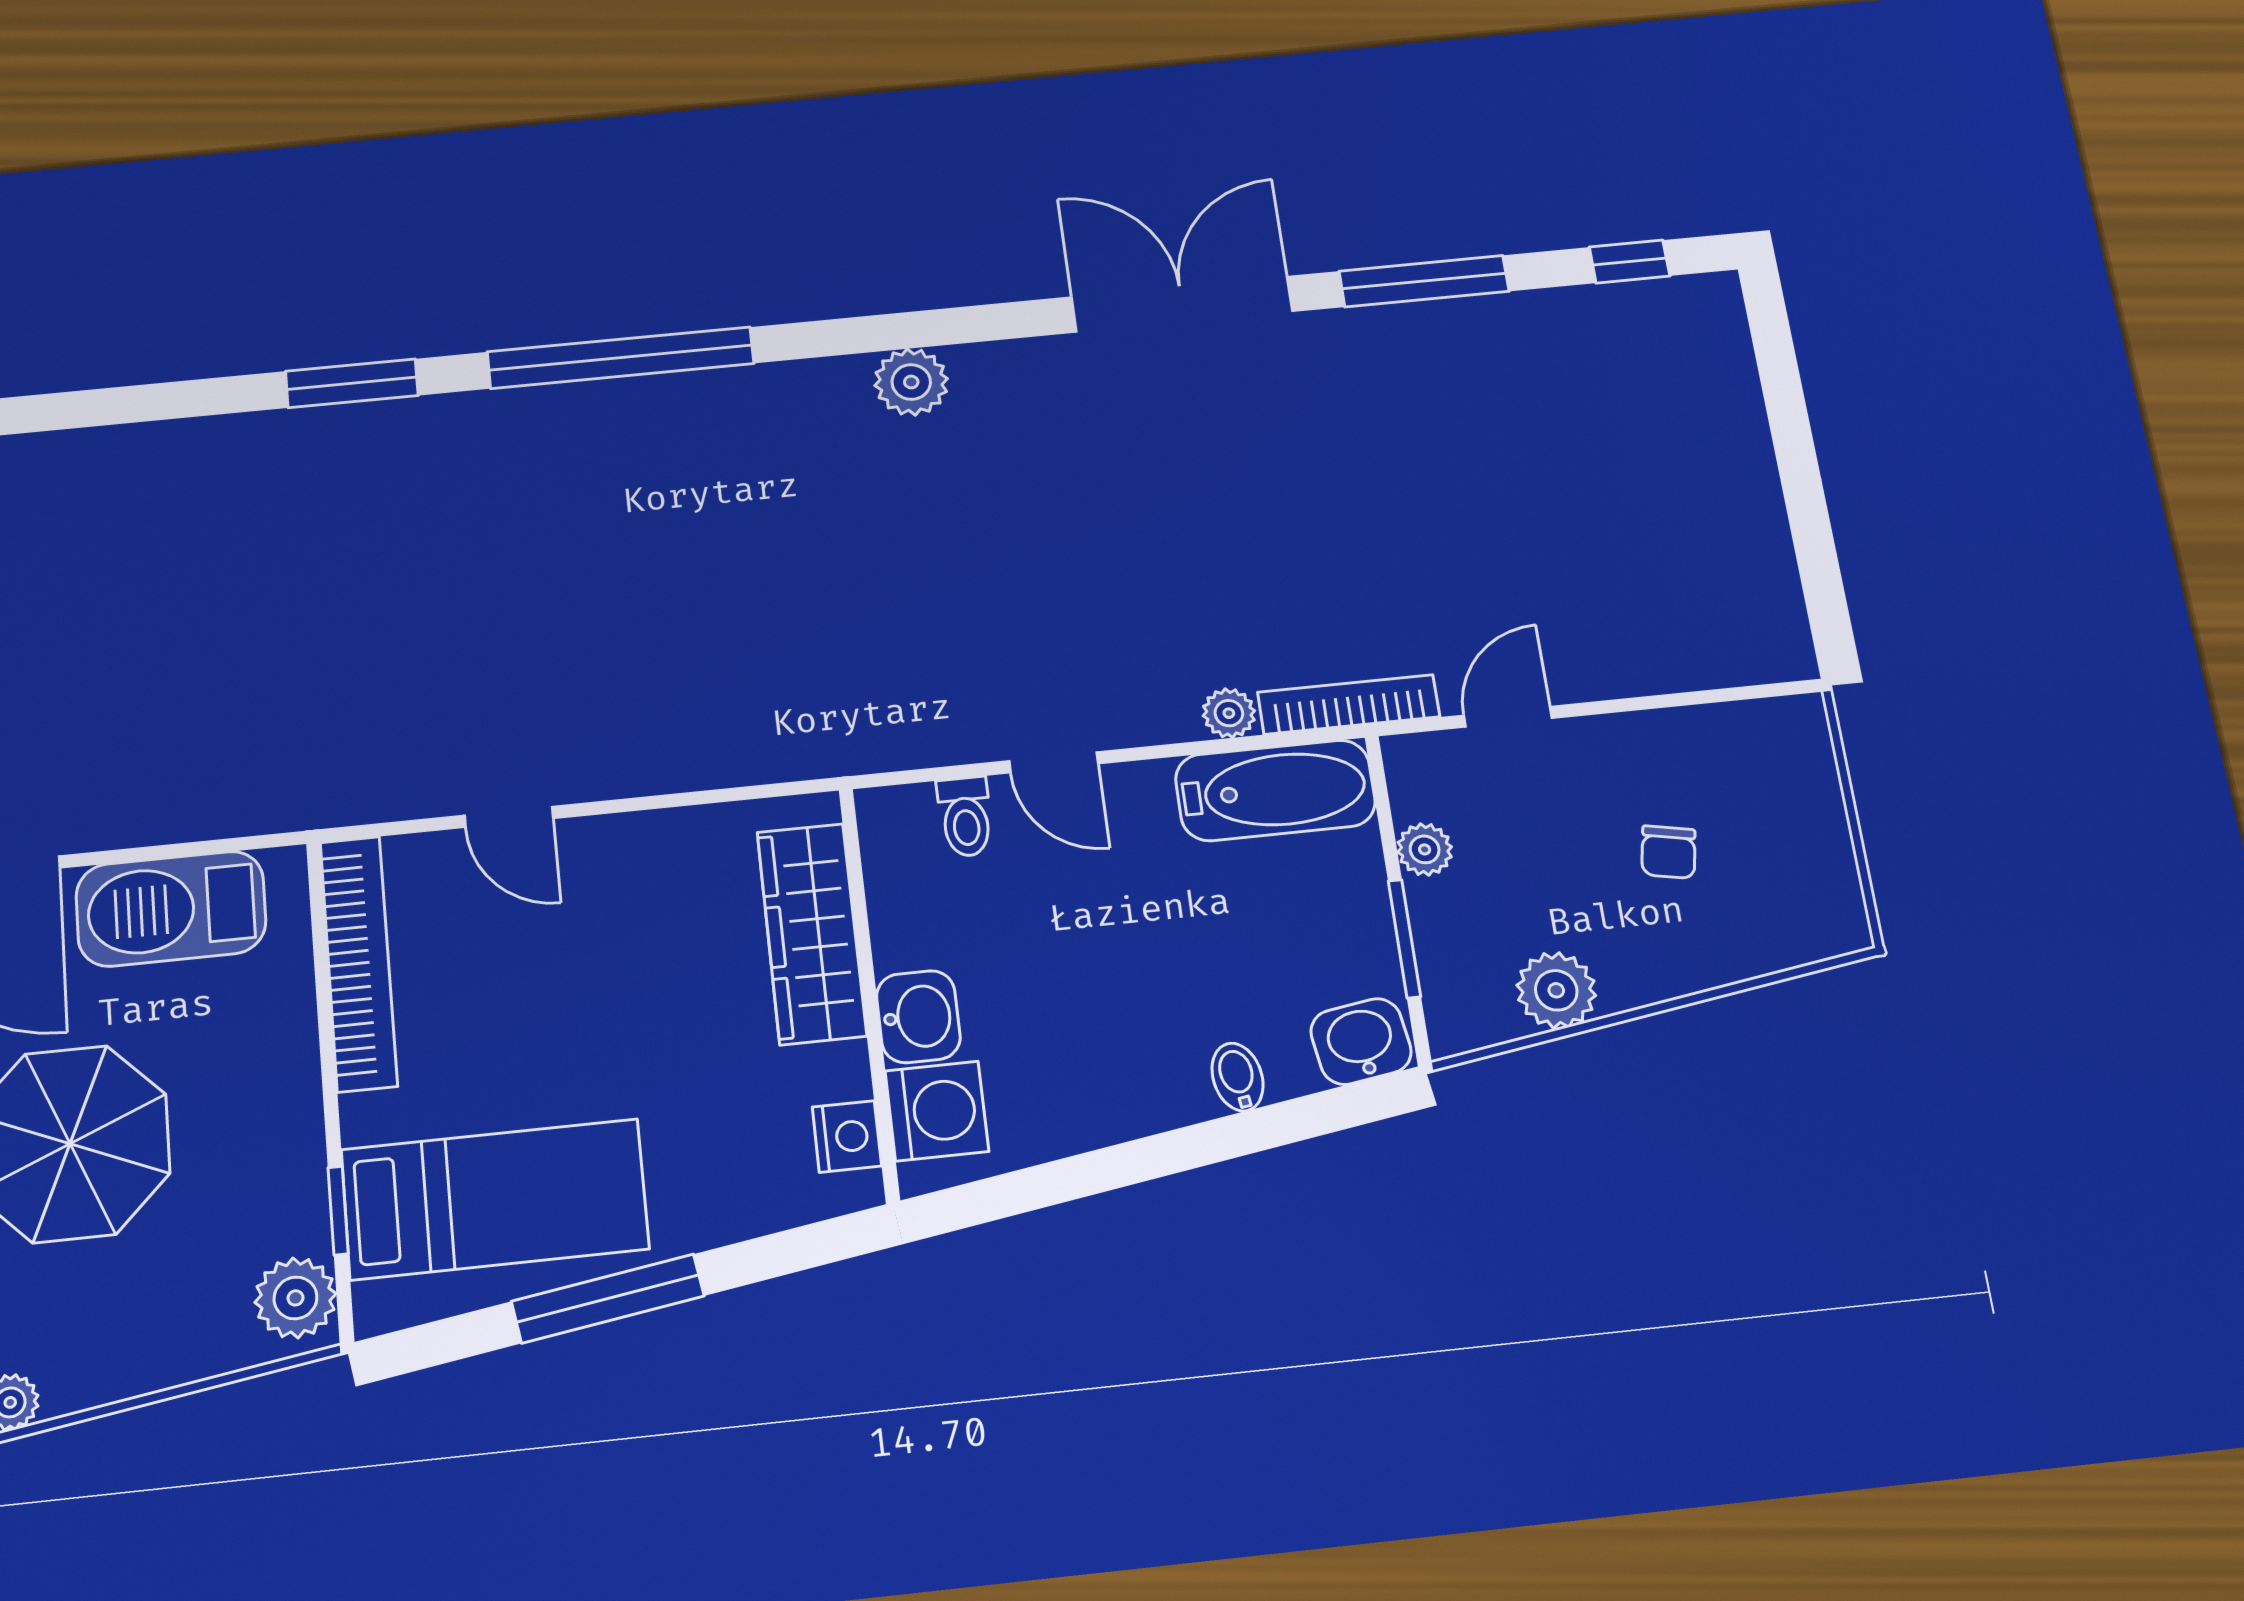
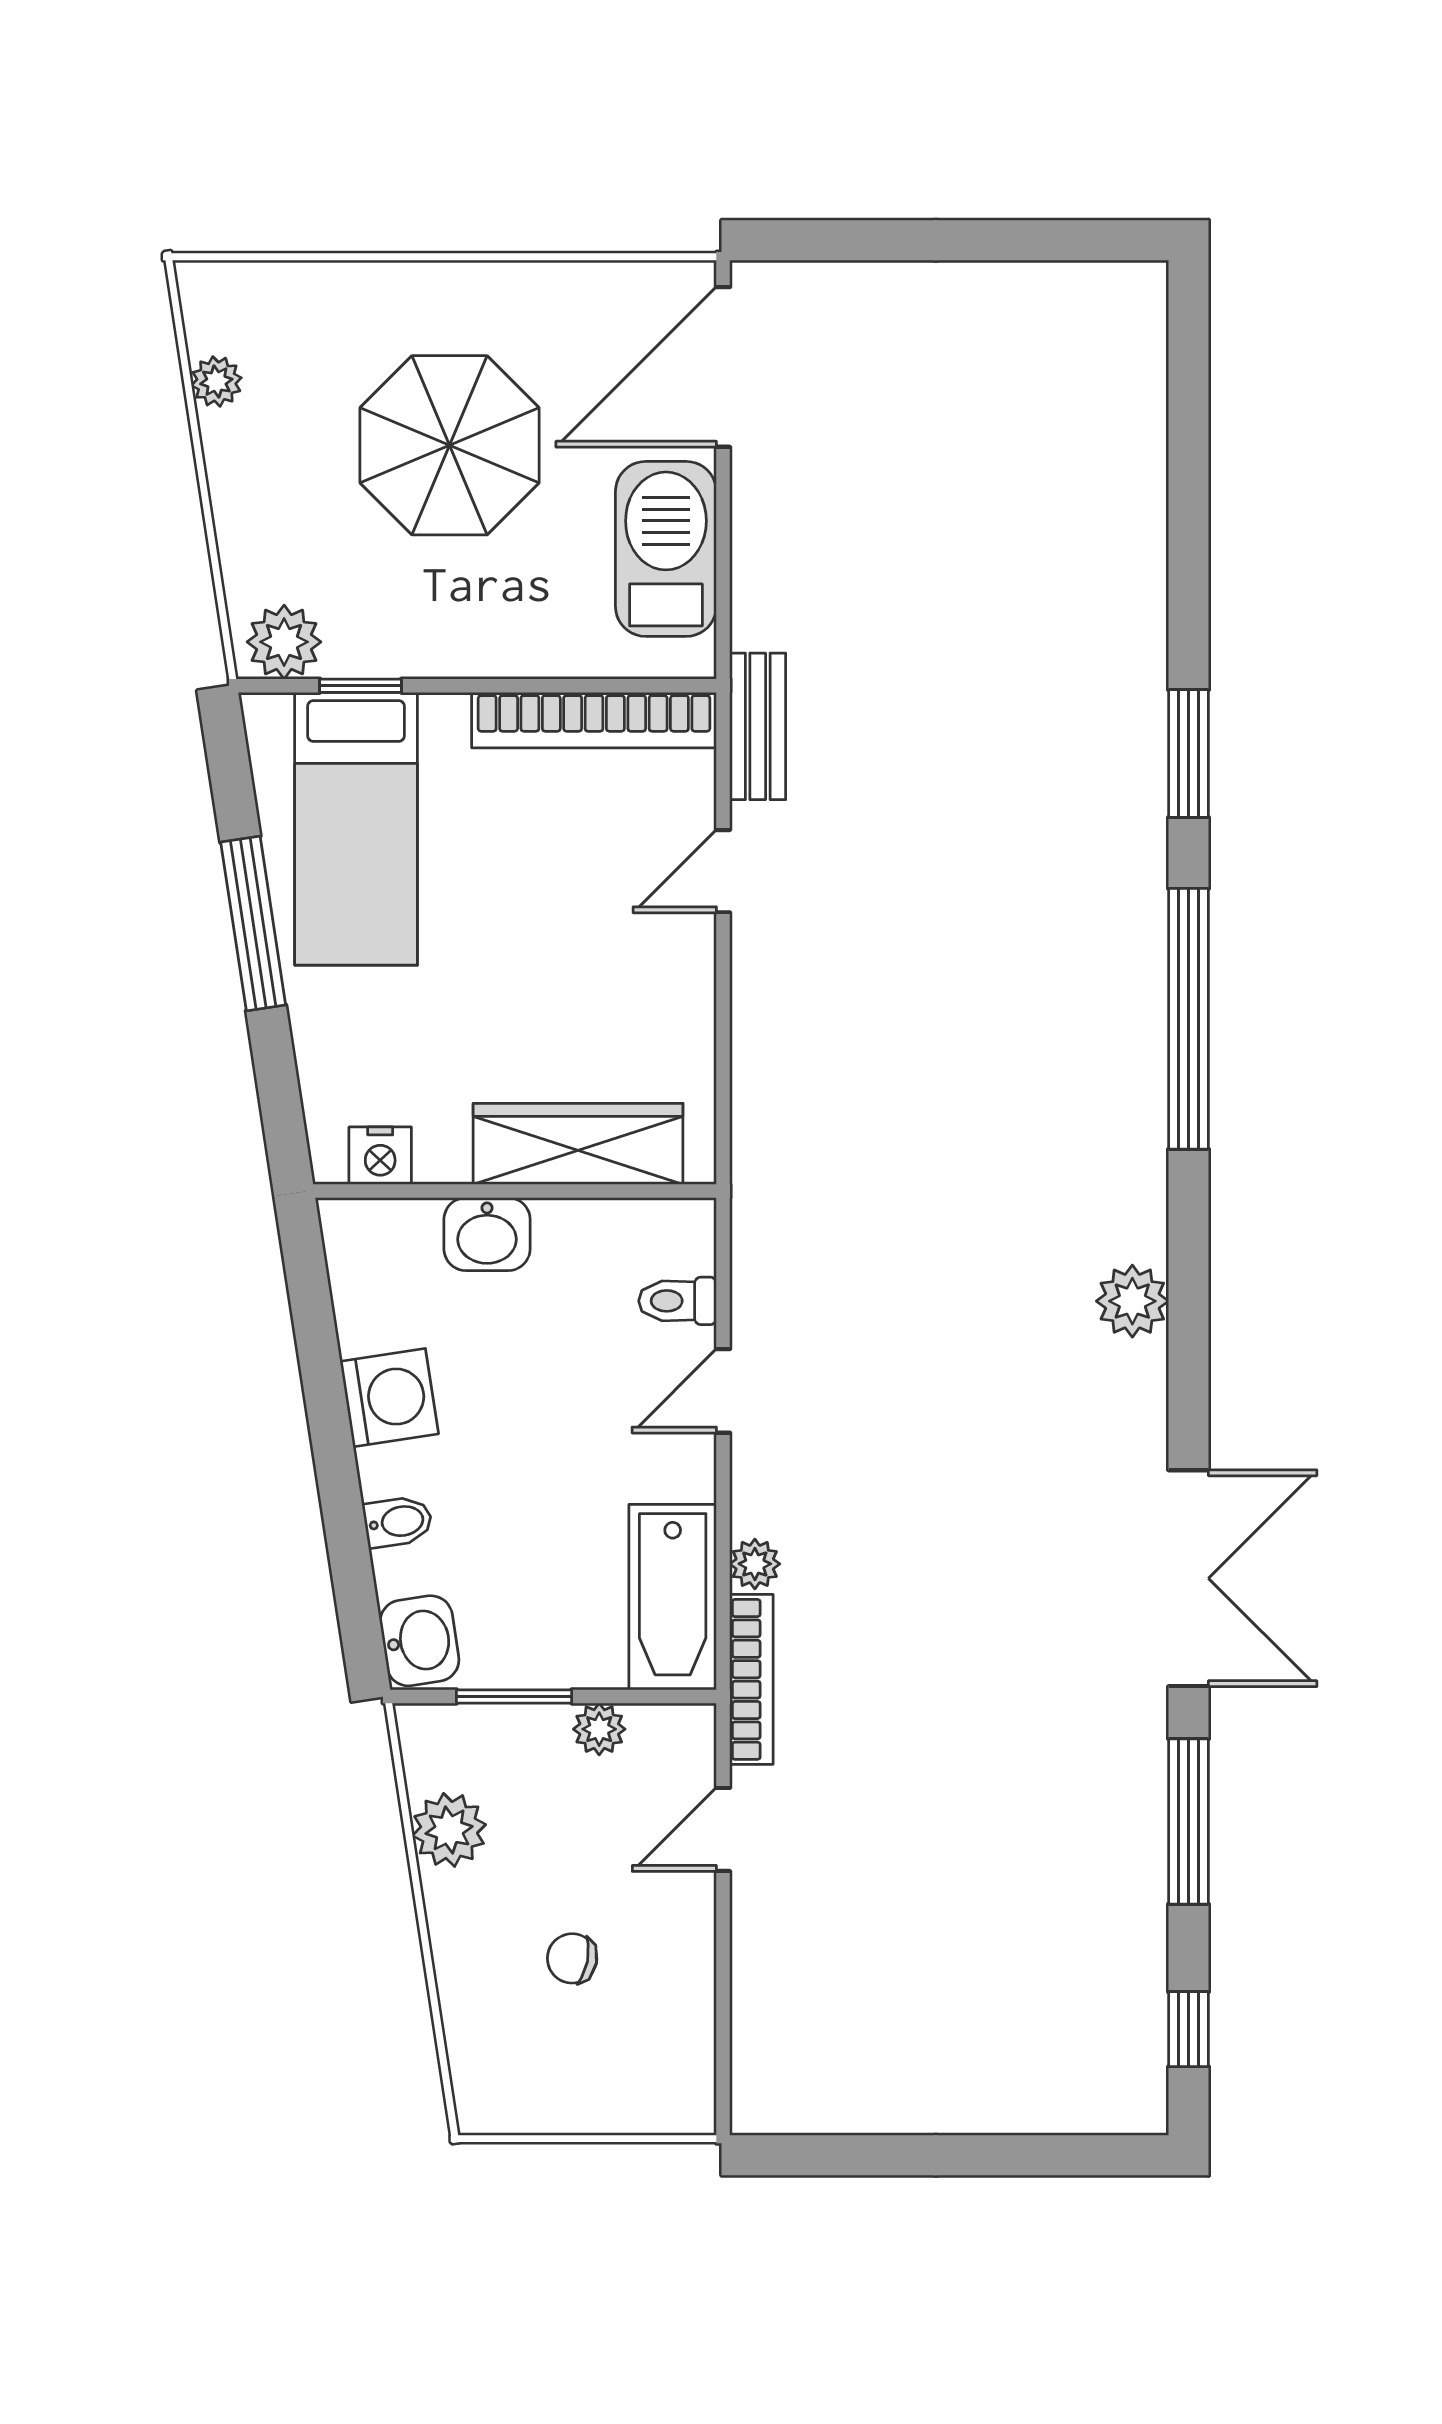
door: (1508, 717) -> (723, 1829), swing flipped
bench: (354, 798) -> (758, 726), added
washing machine: (937, 1111) -> (389, 1398), moved, turned -99

